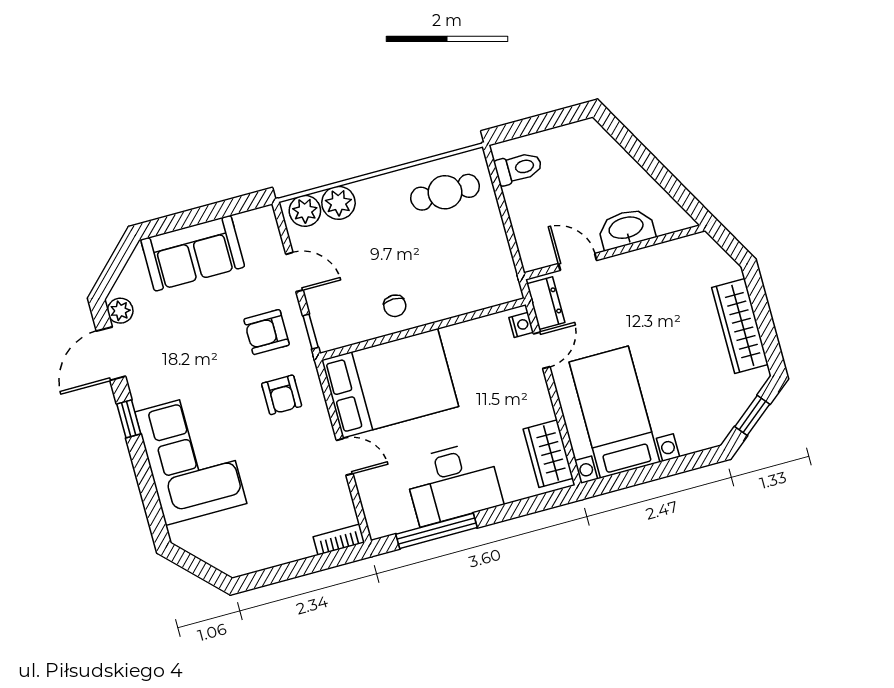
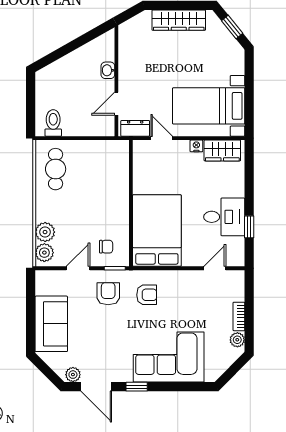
washbasin: (626, 229) -> (108, 70), width x0.52, depth x0.69
chair: (395, 306) -> (106, 247), moved
nightstand: (521, 325) -> (196, 146), moved
armchair: (267, 332) -> (108, 294), turned 180
door: (345, 457) -> (215, 268), moved
desk: (453, 483) -> (224, 217), width x0.73
window: (437, 531) -> (249, 227), width x0.46
bookcase: (339, 540) -> (239, 316), moved
plant: (249, 561) -> (237, 340), added

